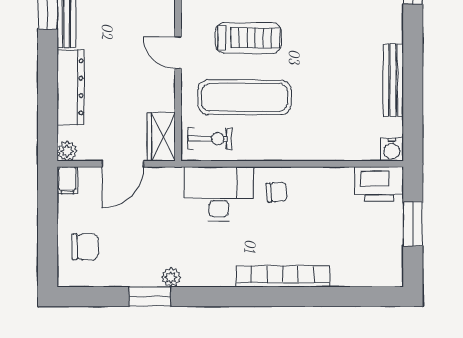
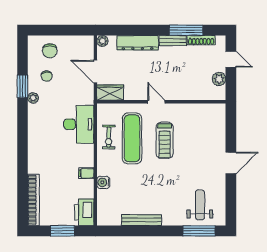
door: (178, 53) -> (156, 102), hinge flipped
exercise bike: (210, 138) -> (109, 137), moved
water cooler: (392, 149) -> (103, 182), moved
filing cabinet: (67, 180) -> (86, 173), moved
chair: (277, 192) -> (47, 76), moved
bookcase: (283, 276) -> (34, 200), moved

